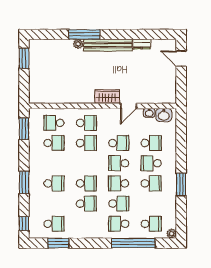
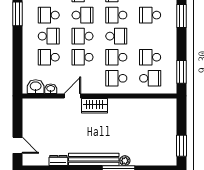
school desk: (86, 163) -> (116, 36), added
school desk: (119, 163) -> (83, 36), turned 180

